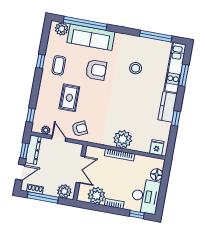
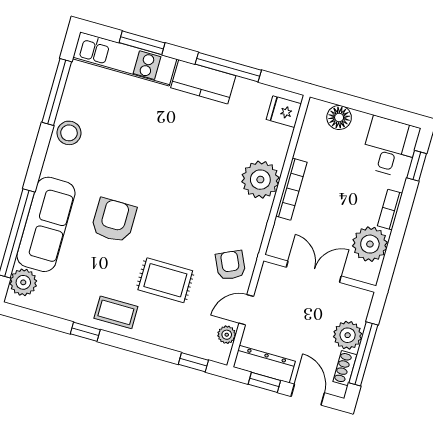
coffee table: (59, 65) -> (116, 312), moved
stool: (136, 68) -> (69, 133), moved
window: (176, 118) -> (228, 67), width x2.17
plant: (64, 191) -> (348, 335), moved
desk: (145, 196) -> (390, 147), width x0.73

